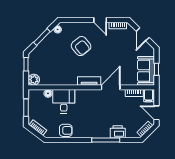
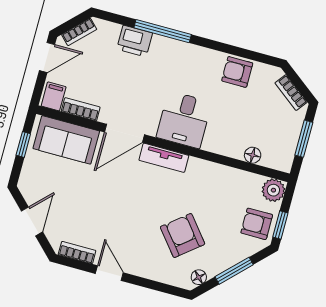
armchair: (81, 46) -> (183, 235), moved
armchair: (37, 62) -> (257, 224), added
sofa: (146, 71) -> (66, 140), moved, turned 90
desk: (64, 101) -> (184, 120), moved
door: (157, 113) -> (47, 57), hinge flipped

